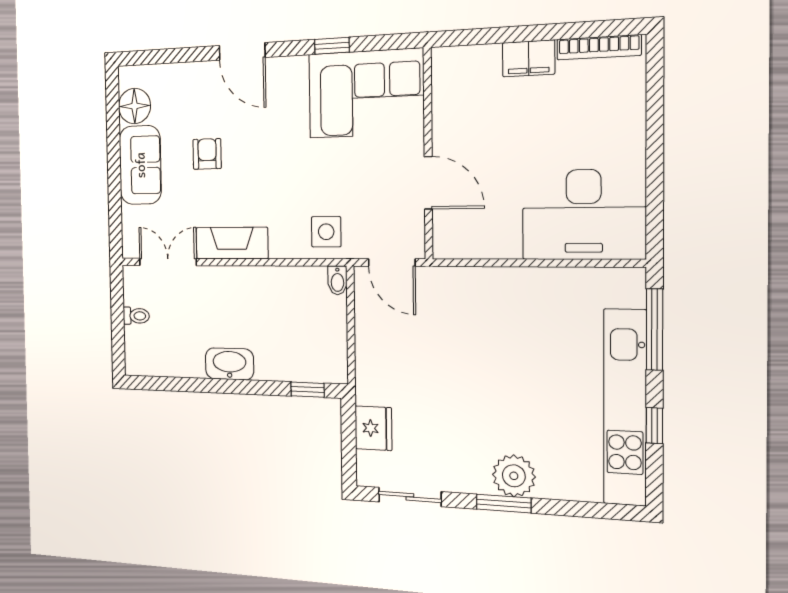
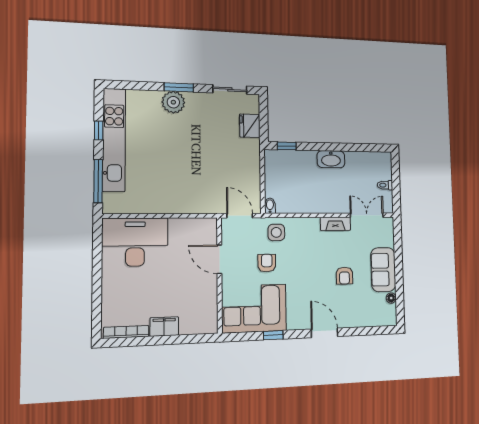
floor lamp: (134, 106) -> (391, 298), width x0.53, depth x0.53
armchair: (343, 176) -> (267, 263), added
fireplace: (232, 243) -> (335, 224), width x0.73, depth x0.76
double door: (168, 262) -> (367, 215), swing flipped

